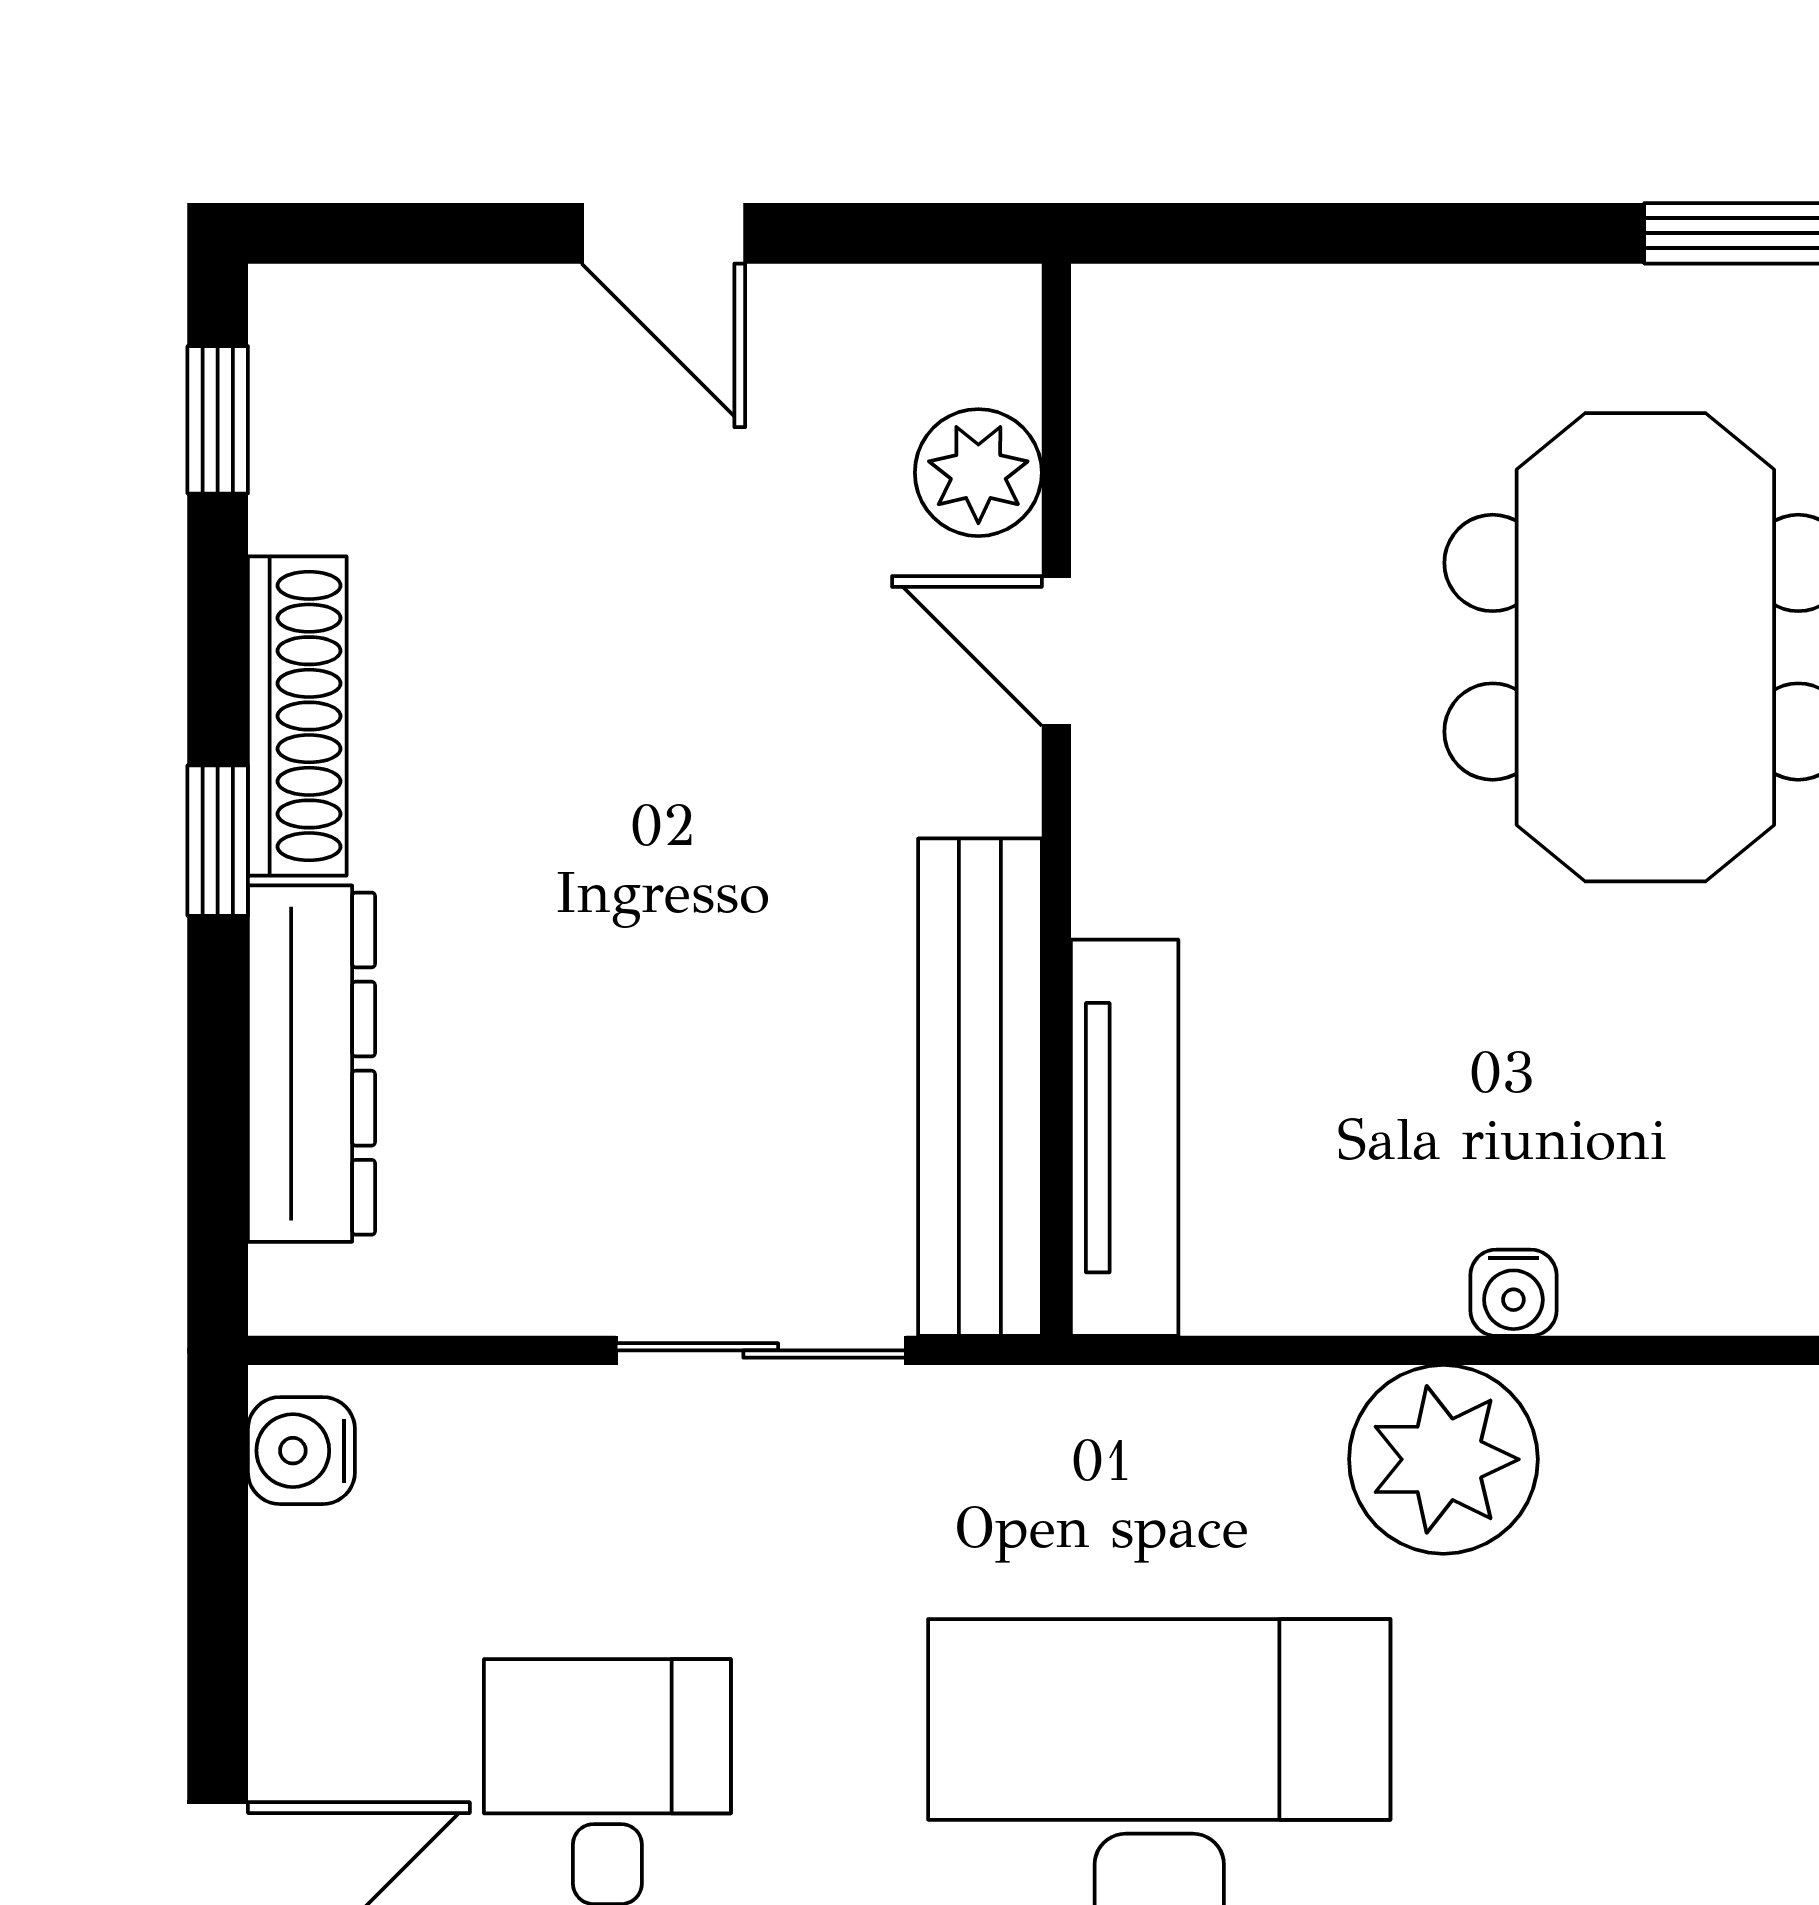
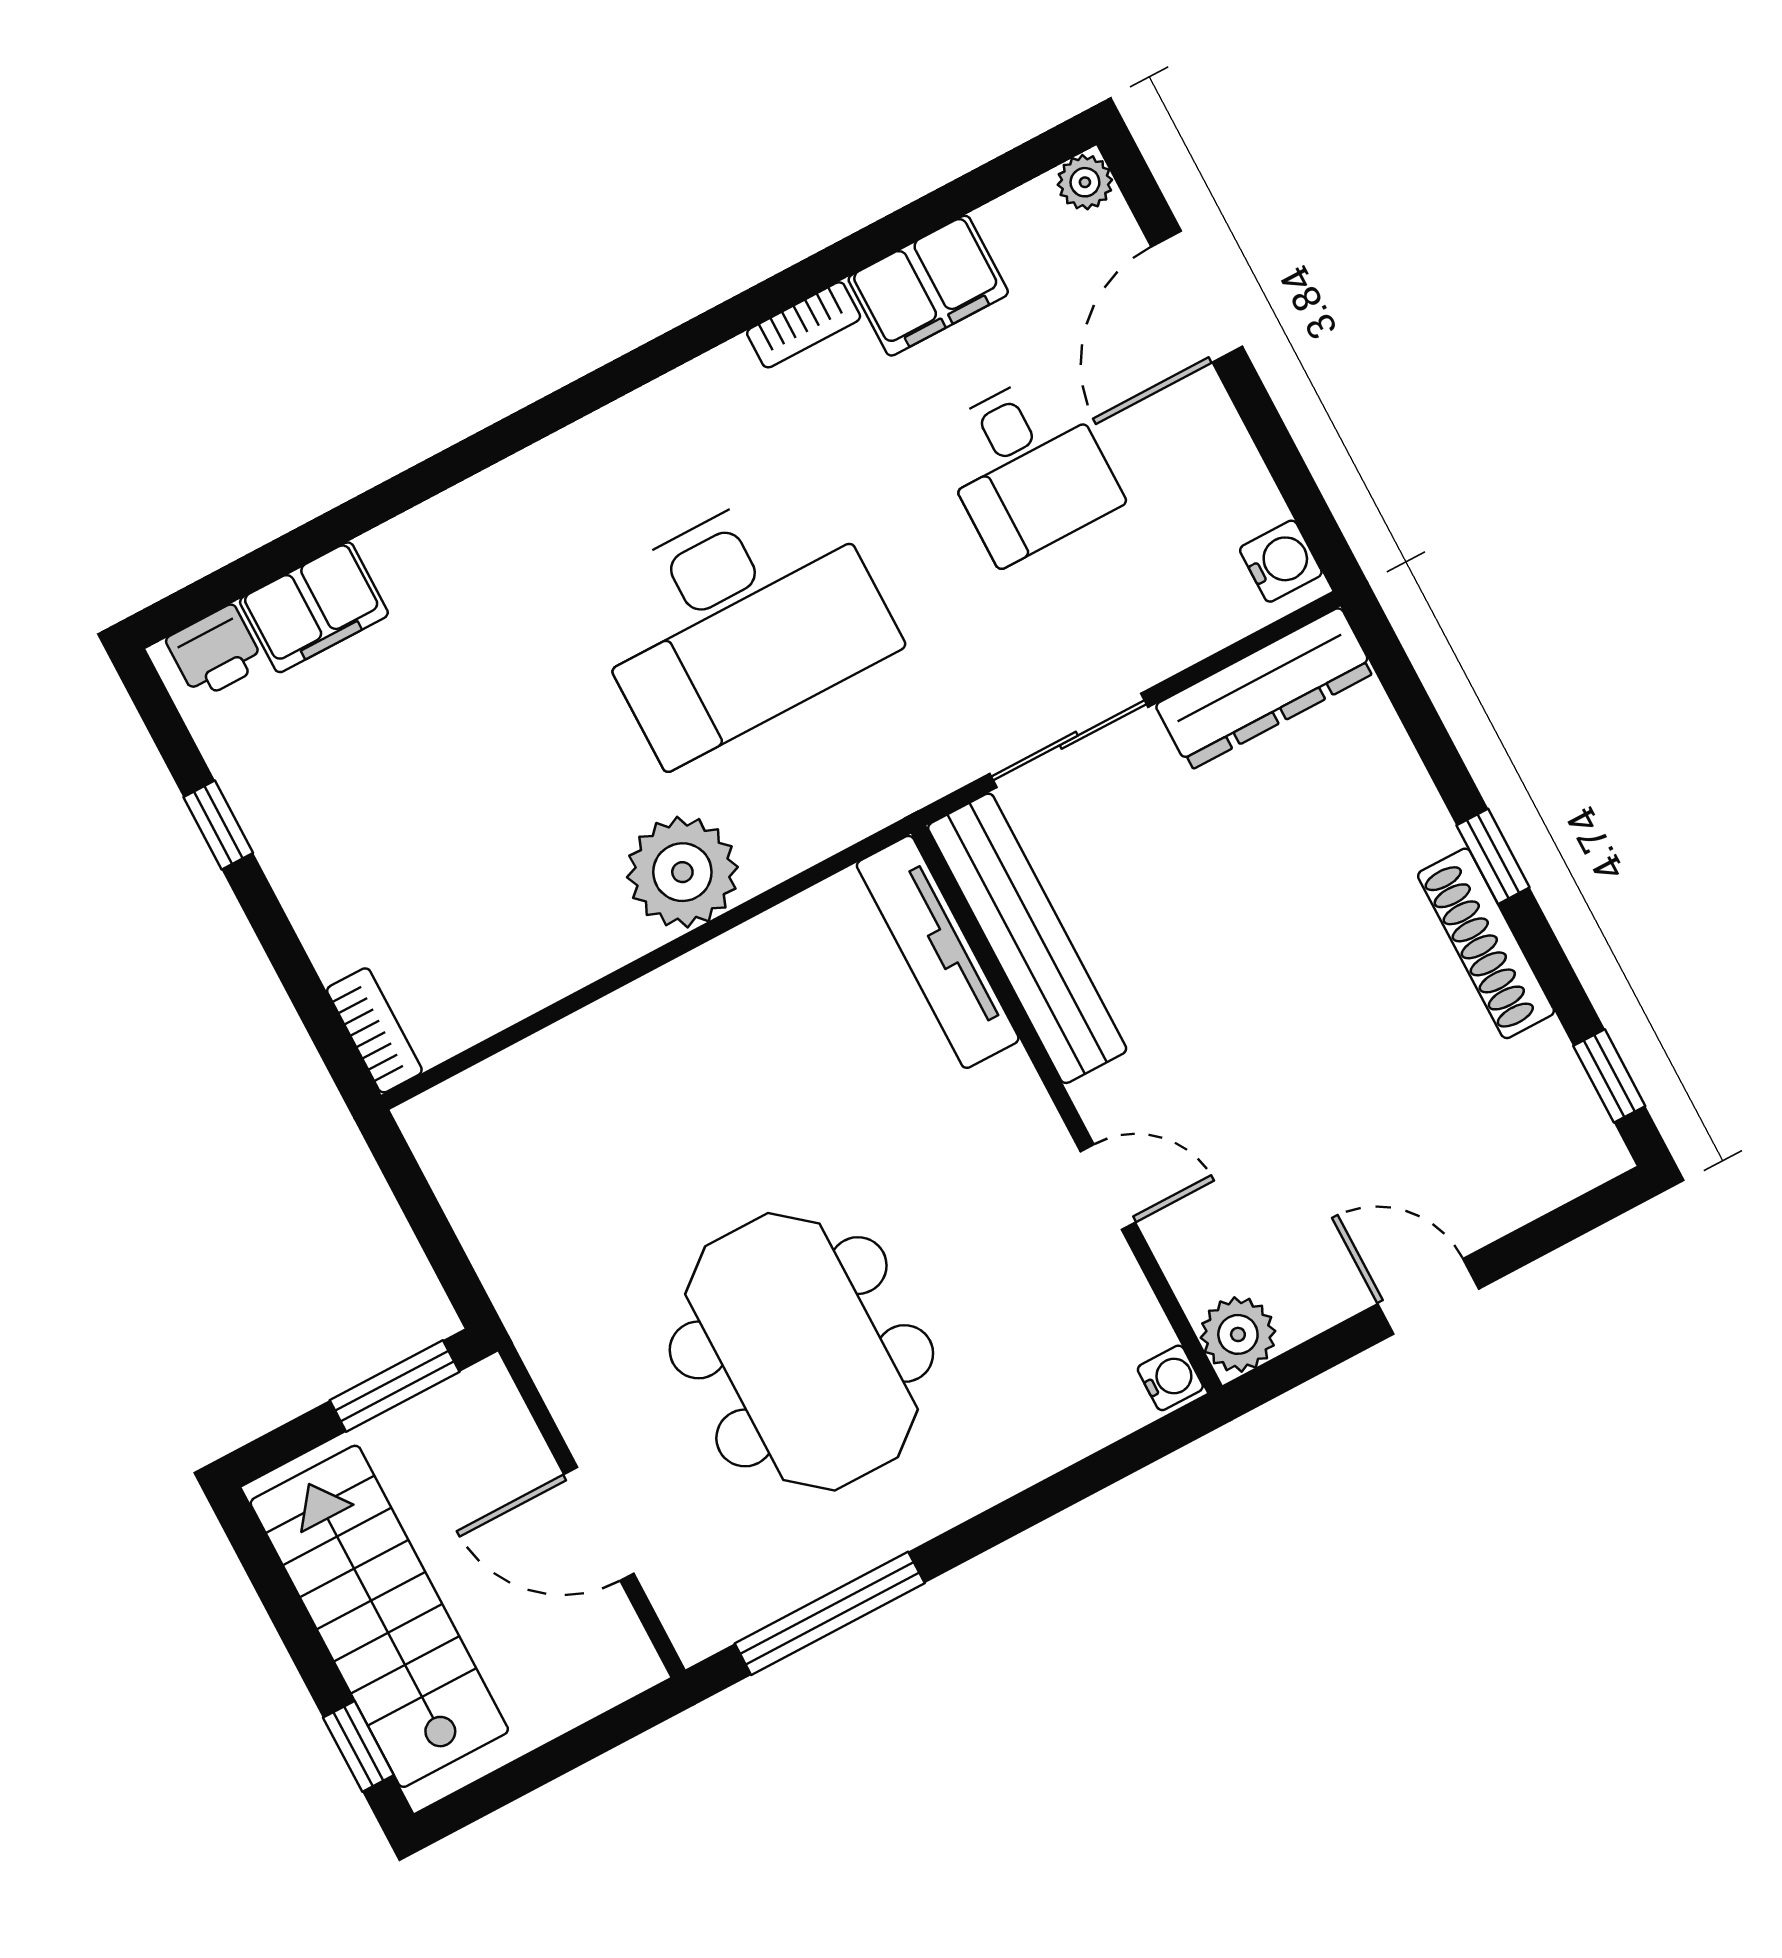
plant: (978, 473) -> (1238, 1334), moved
dresser: (311, 1064) -> (1265, 689), moved, turned -90
water cooler: (1513, 1293) -> (1170, 1378), moved, turned 90

